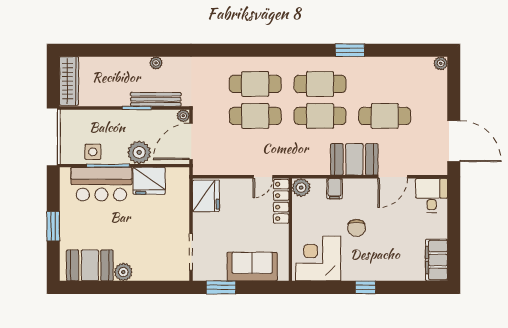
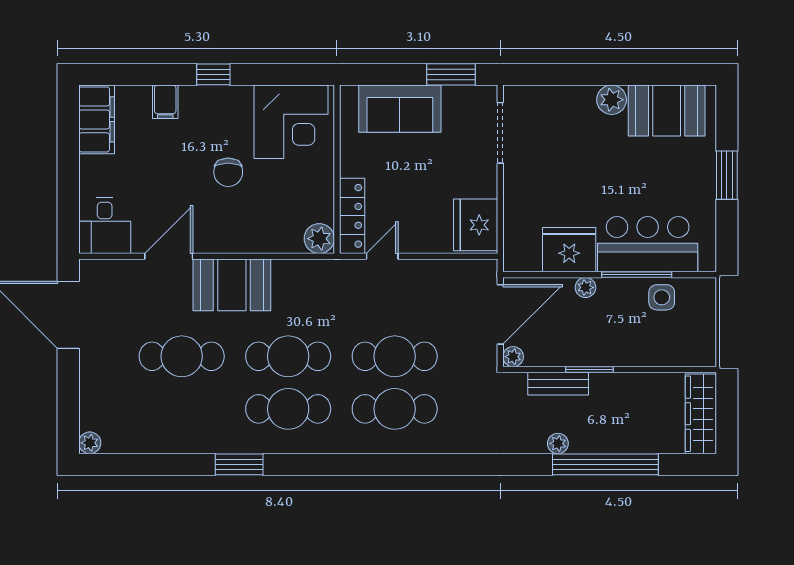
window: (127, 50) -> (605, 464), added
bench: (156, 99) -> (558, 384), width x0.73
plant: (139, 152) -> (585, 287), width x0.53, depth x0.53
filing cabinet: (335, 189) -> (165, 102), moved, turned 180
chair: (357, 228) -> (228, 172), turned 180

